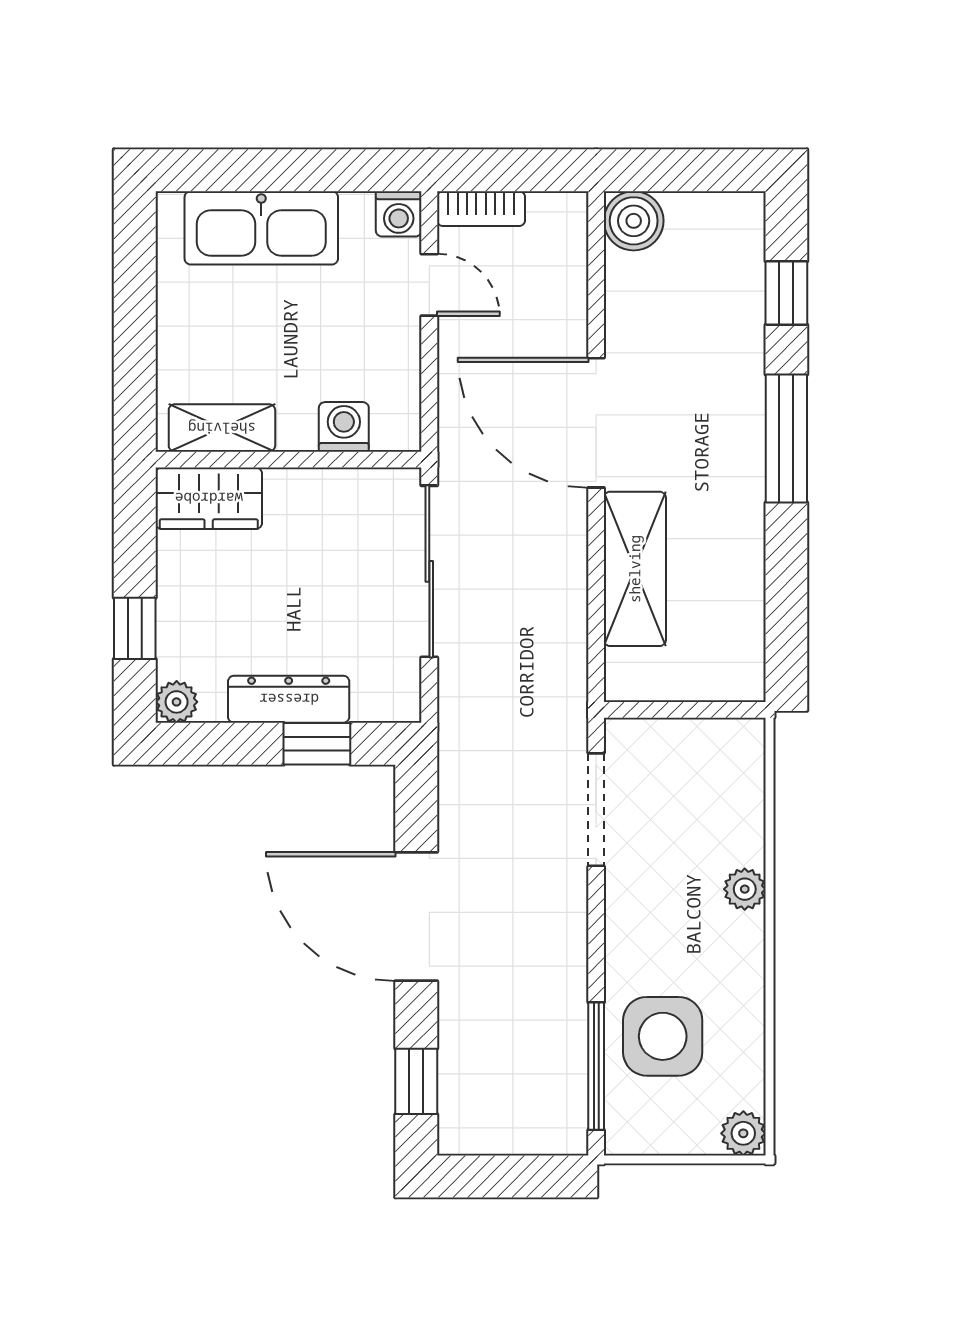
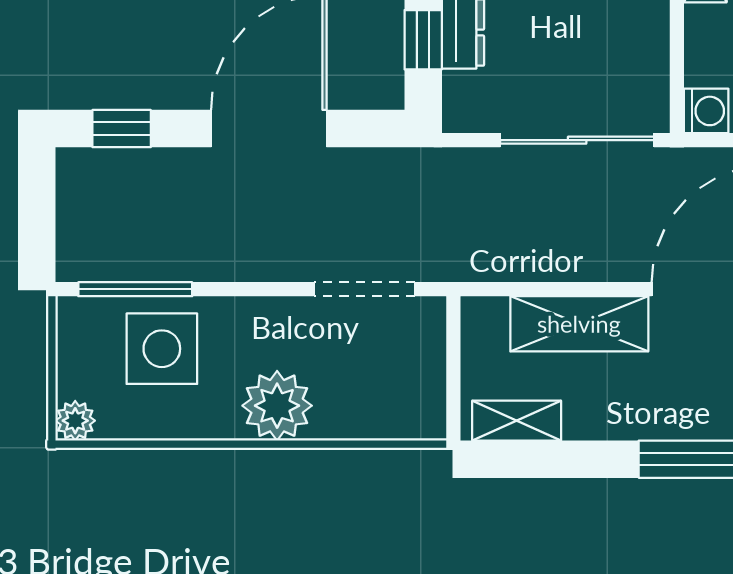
washing machine: (344, 427) -> (706, 111), moved
shelving: (743, 639) -> (517, 421), added
plant: (745, 889) -> (277, 406), width x1.87, depth x1.87

